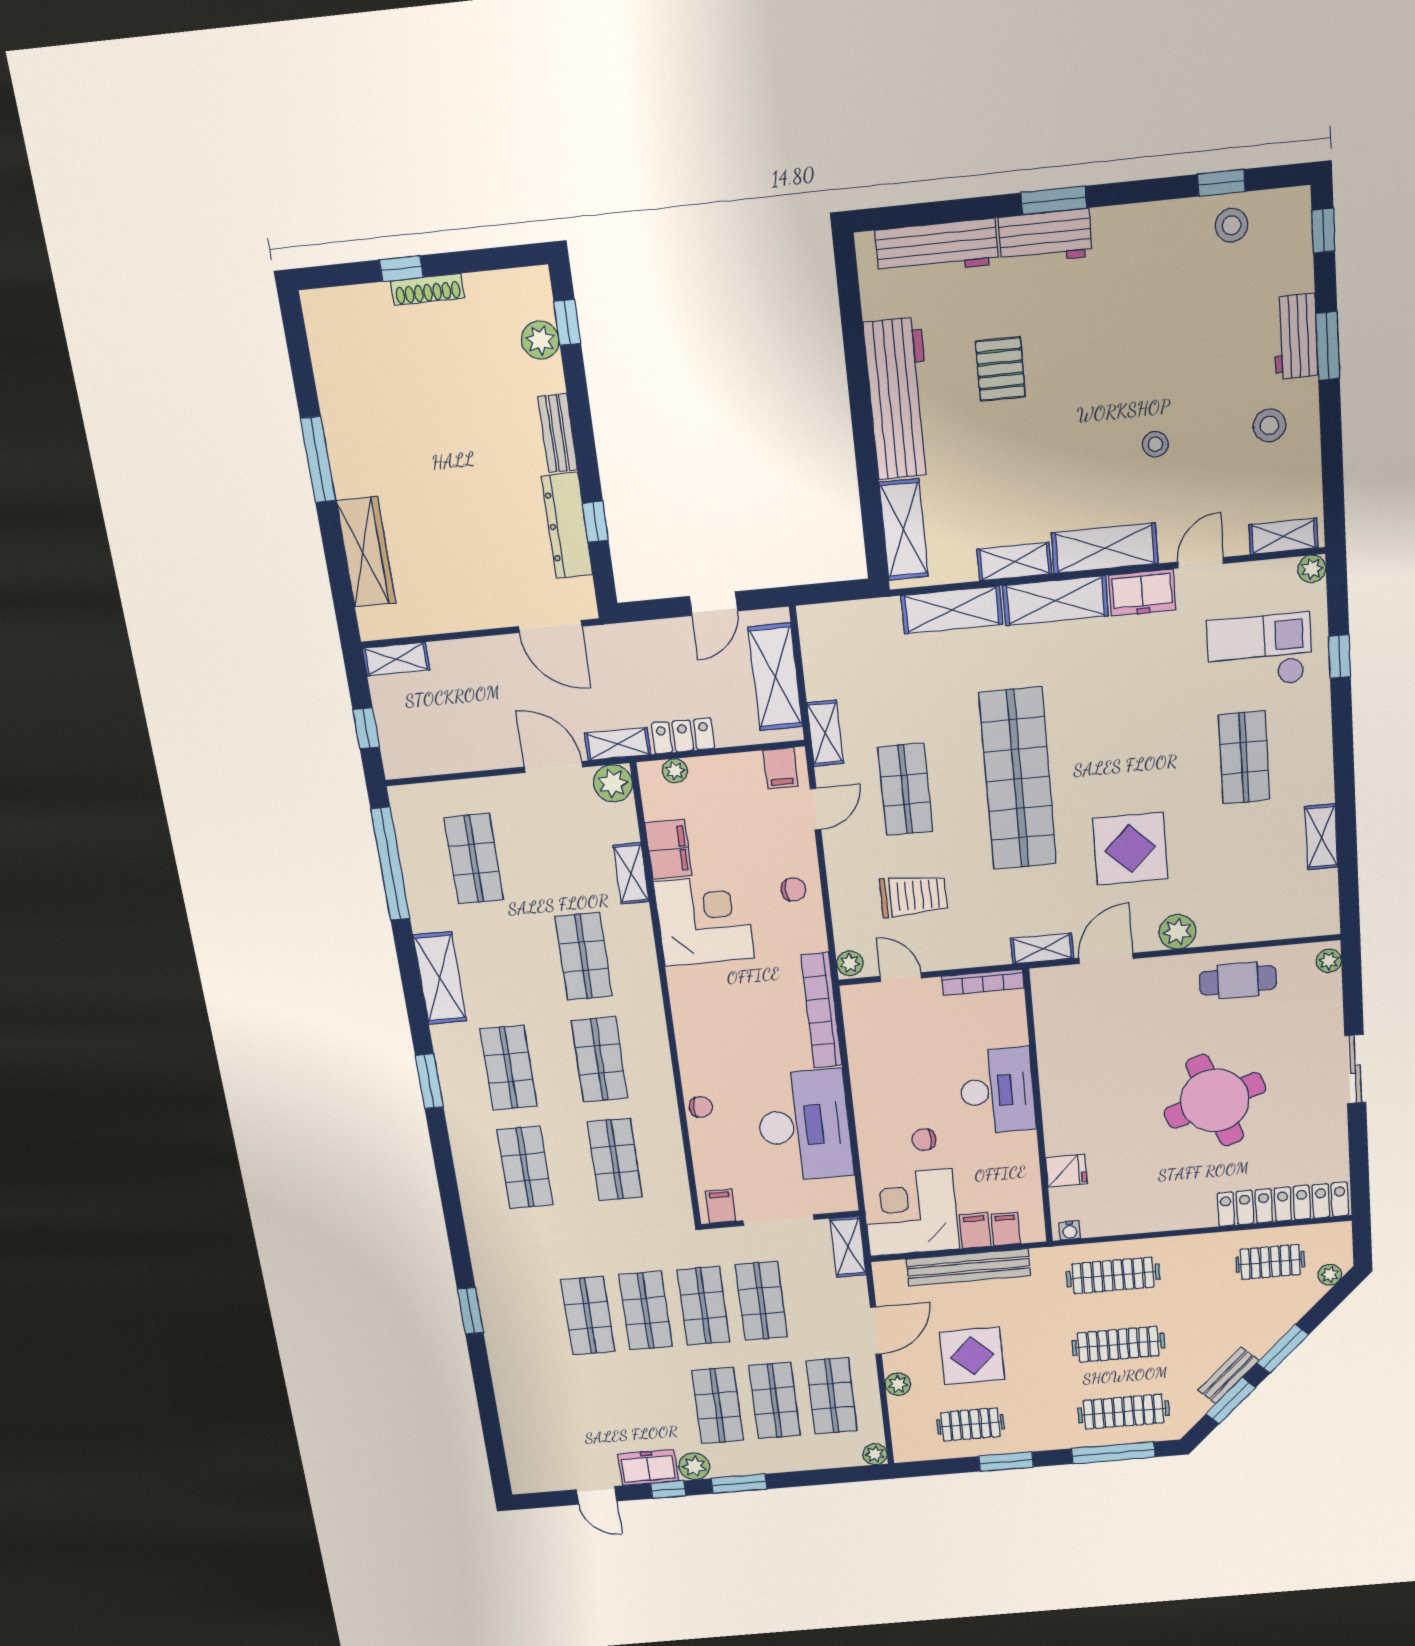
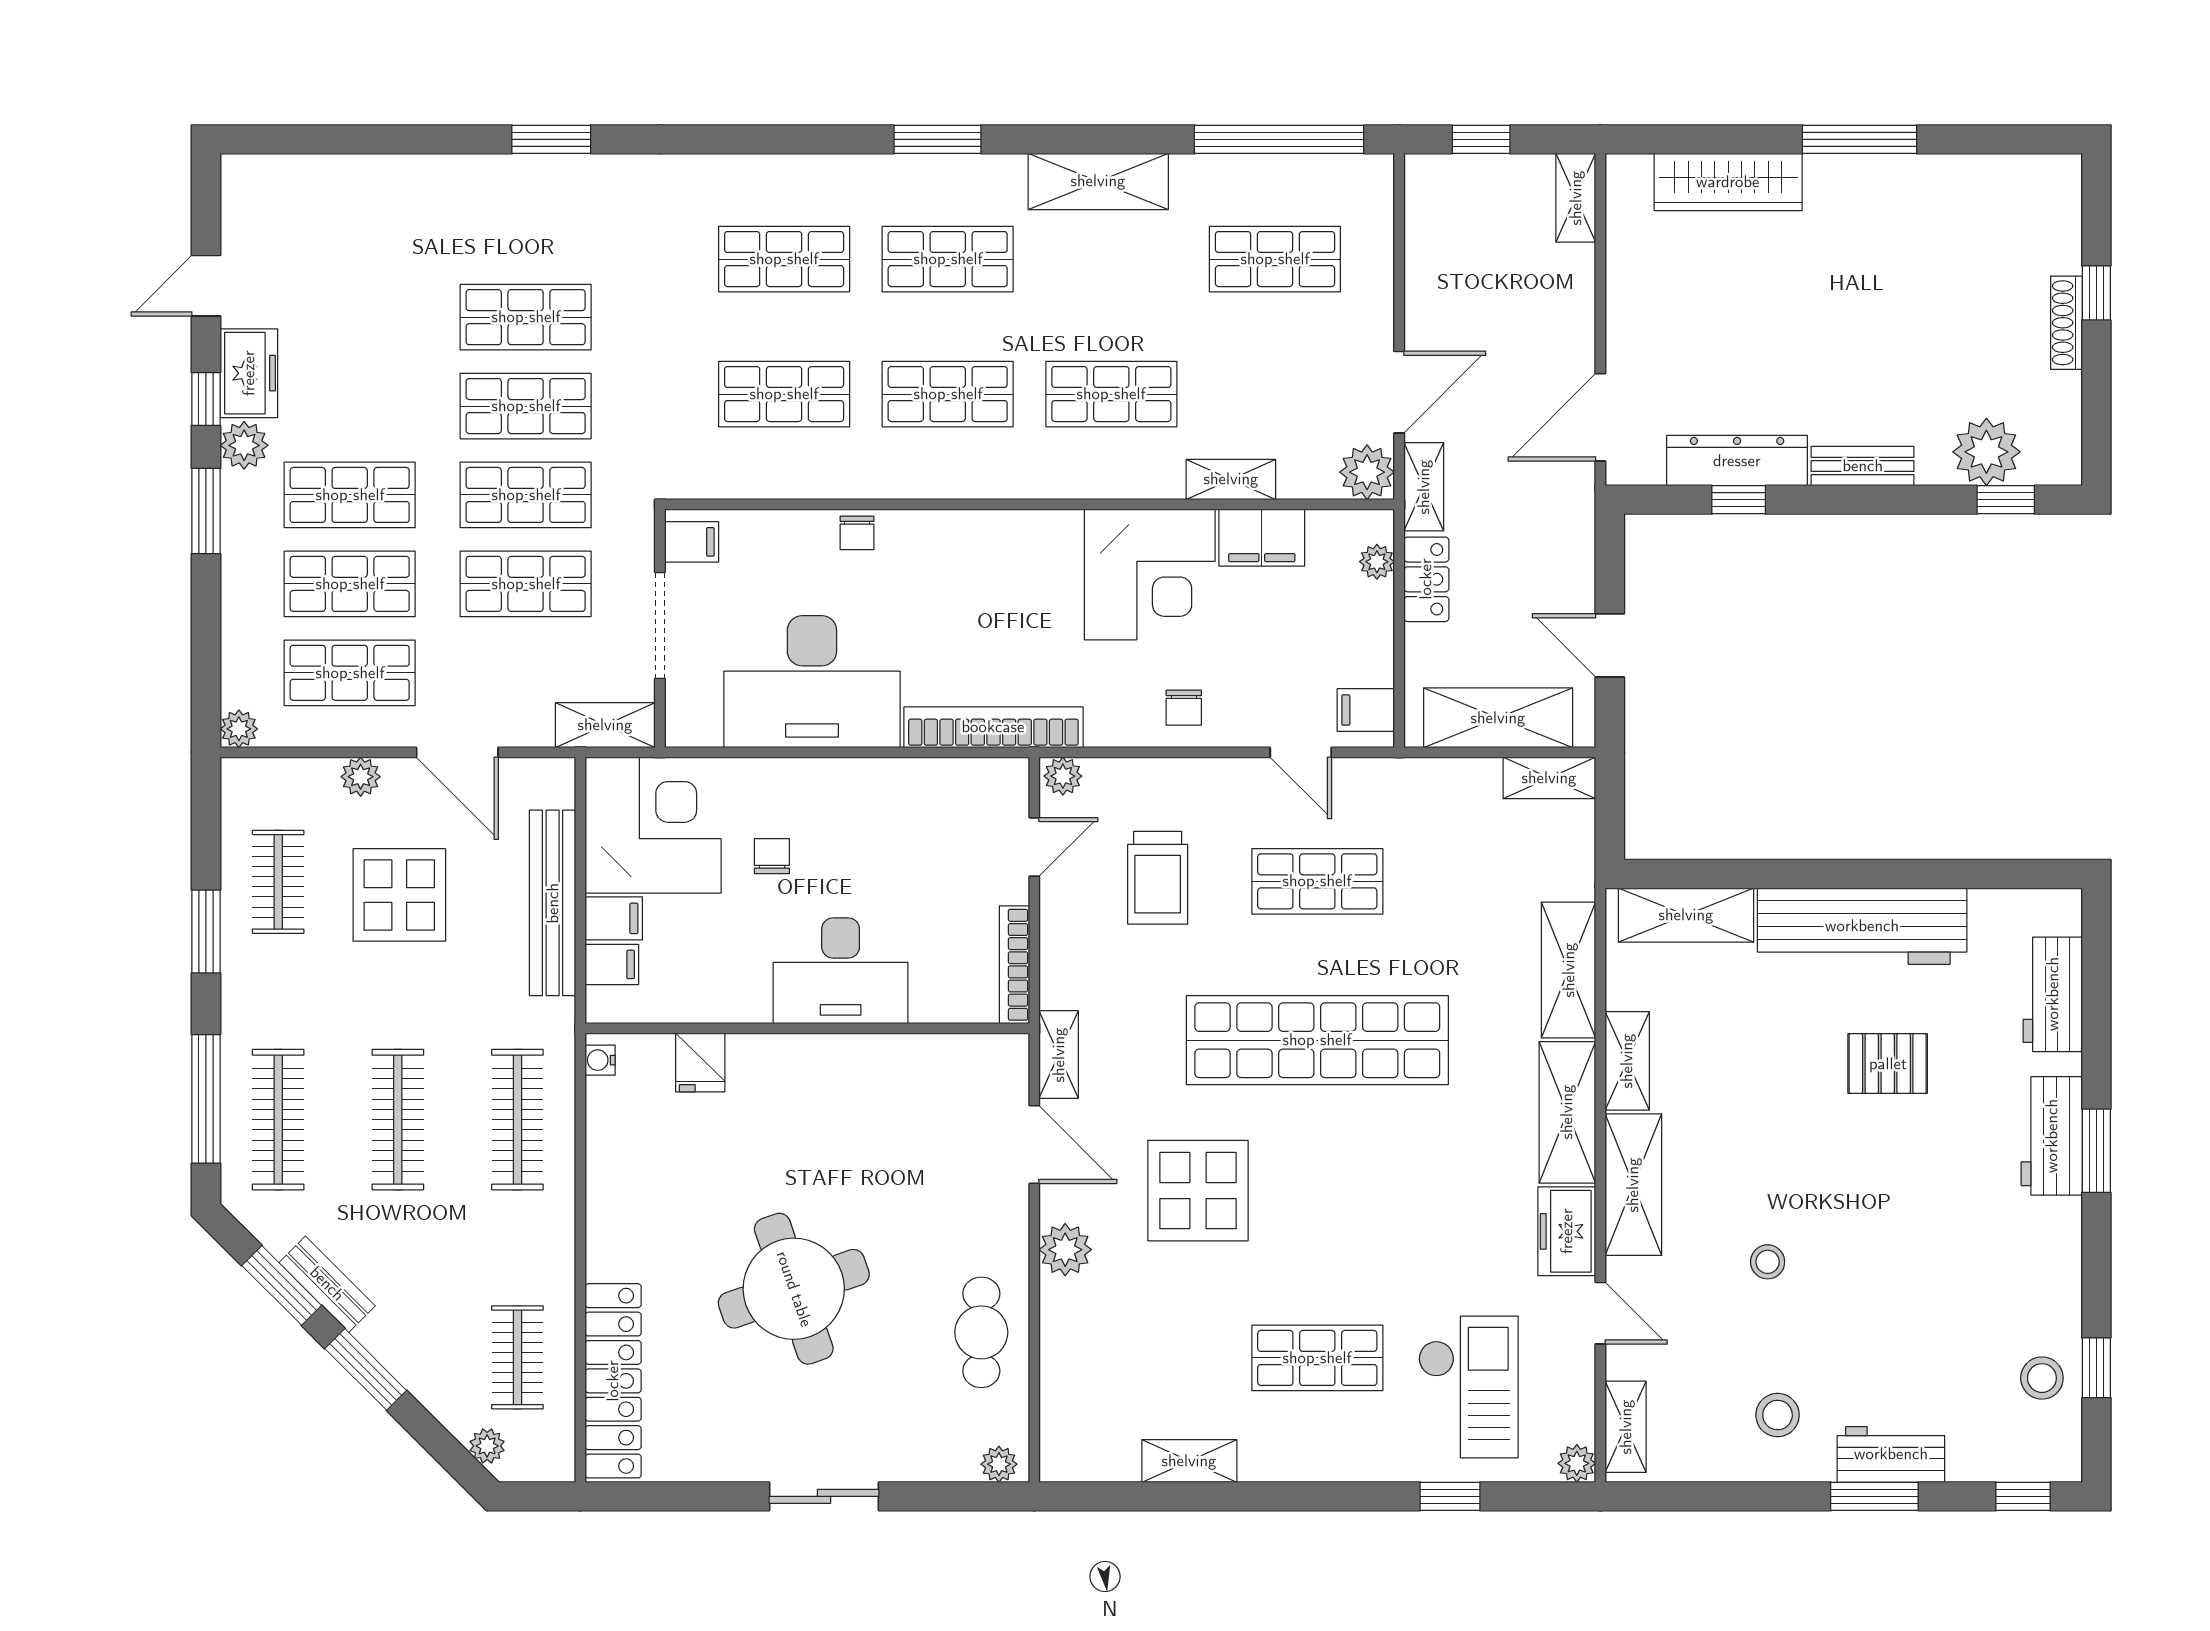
workbench: (937, 247) -> (2053, 994), width x0.73
plant: (540, 340) -> (1986, 452), width x1.36, depth x1.36
shelving: (825, 733) -> (1549, 778), moved

